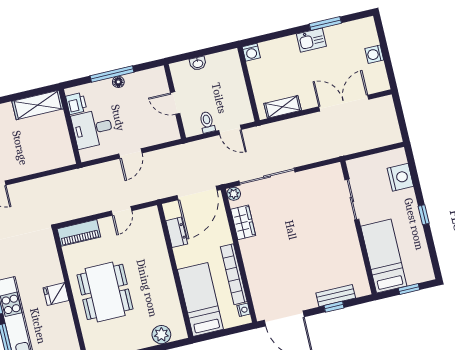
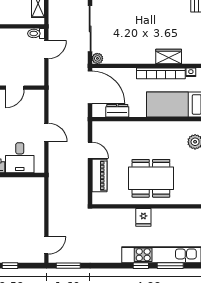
toilet: (207, 122) -> (36, 33), moved
wardrobe: (243, 222) -> (169, 56), moved
piano: (79, 233) -> (99, 176), moved

